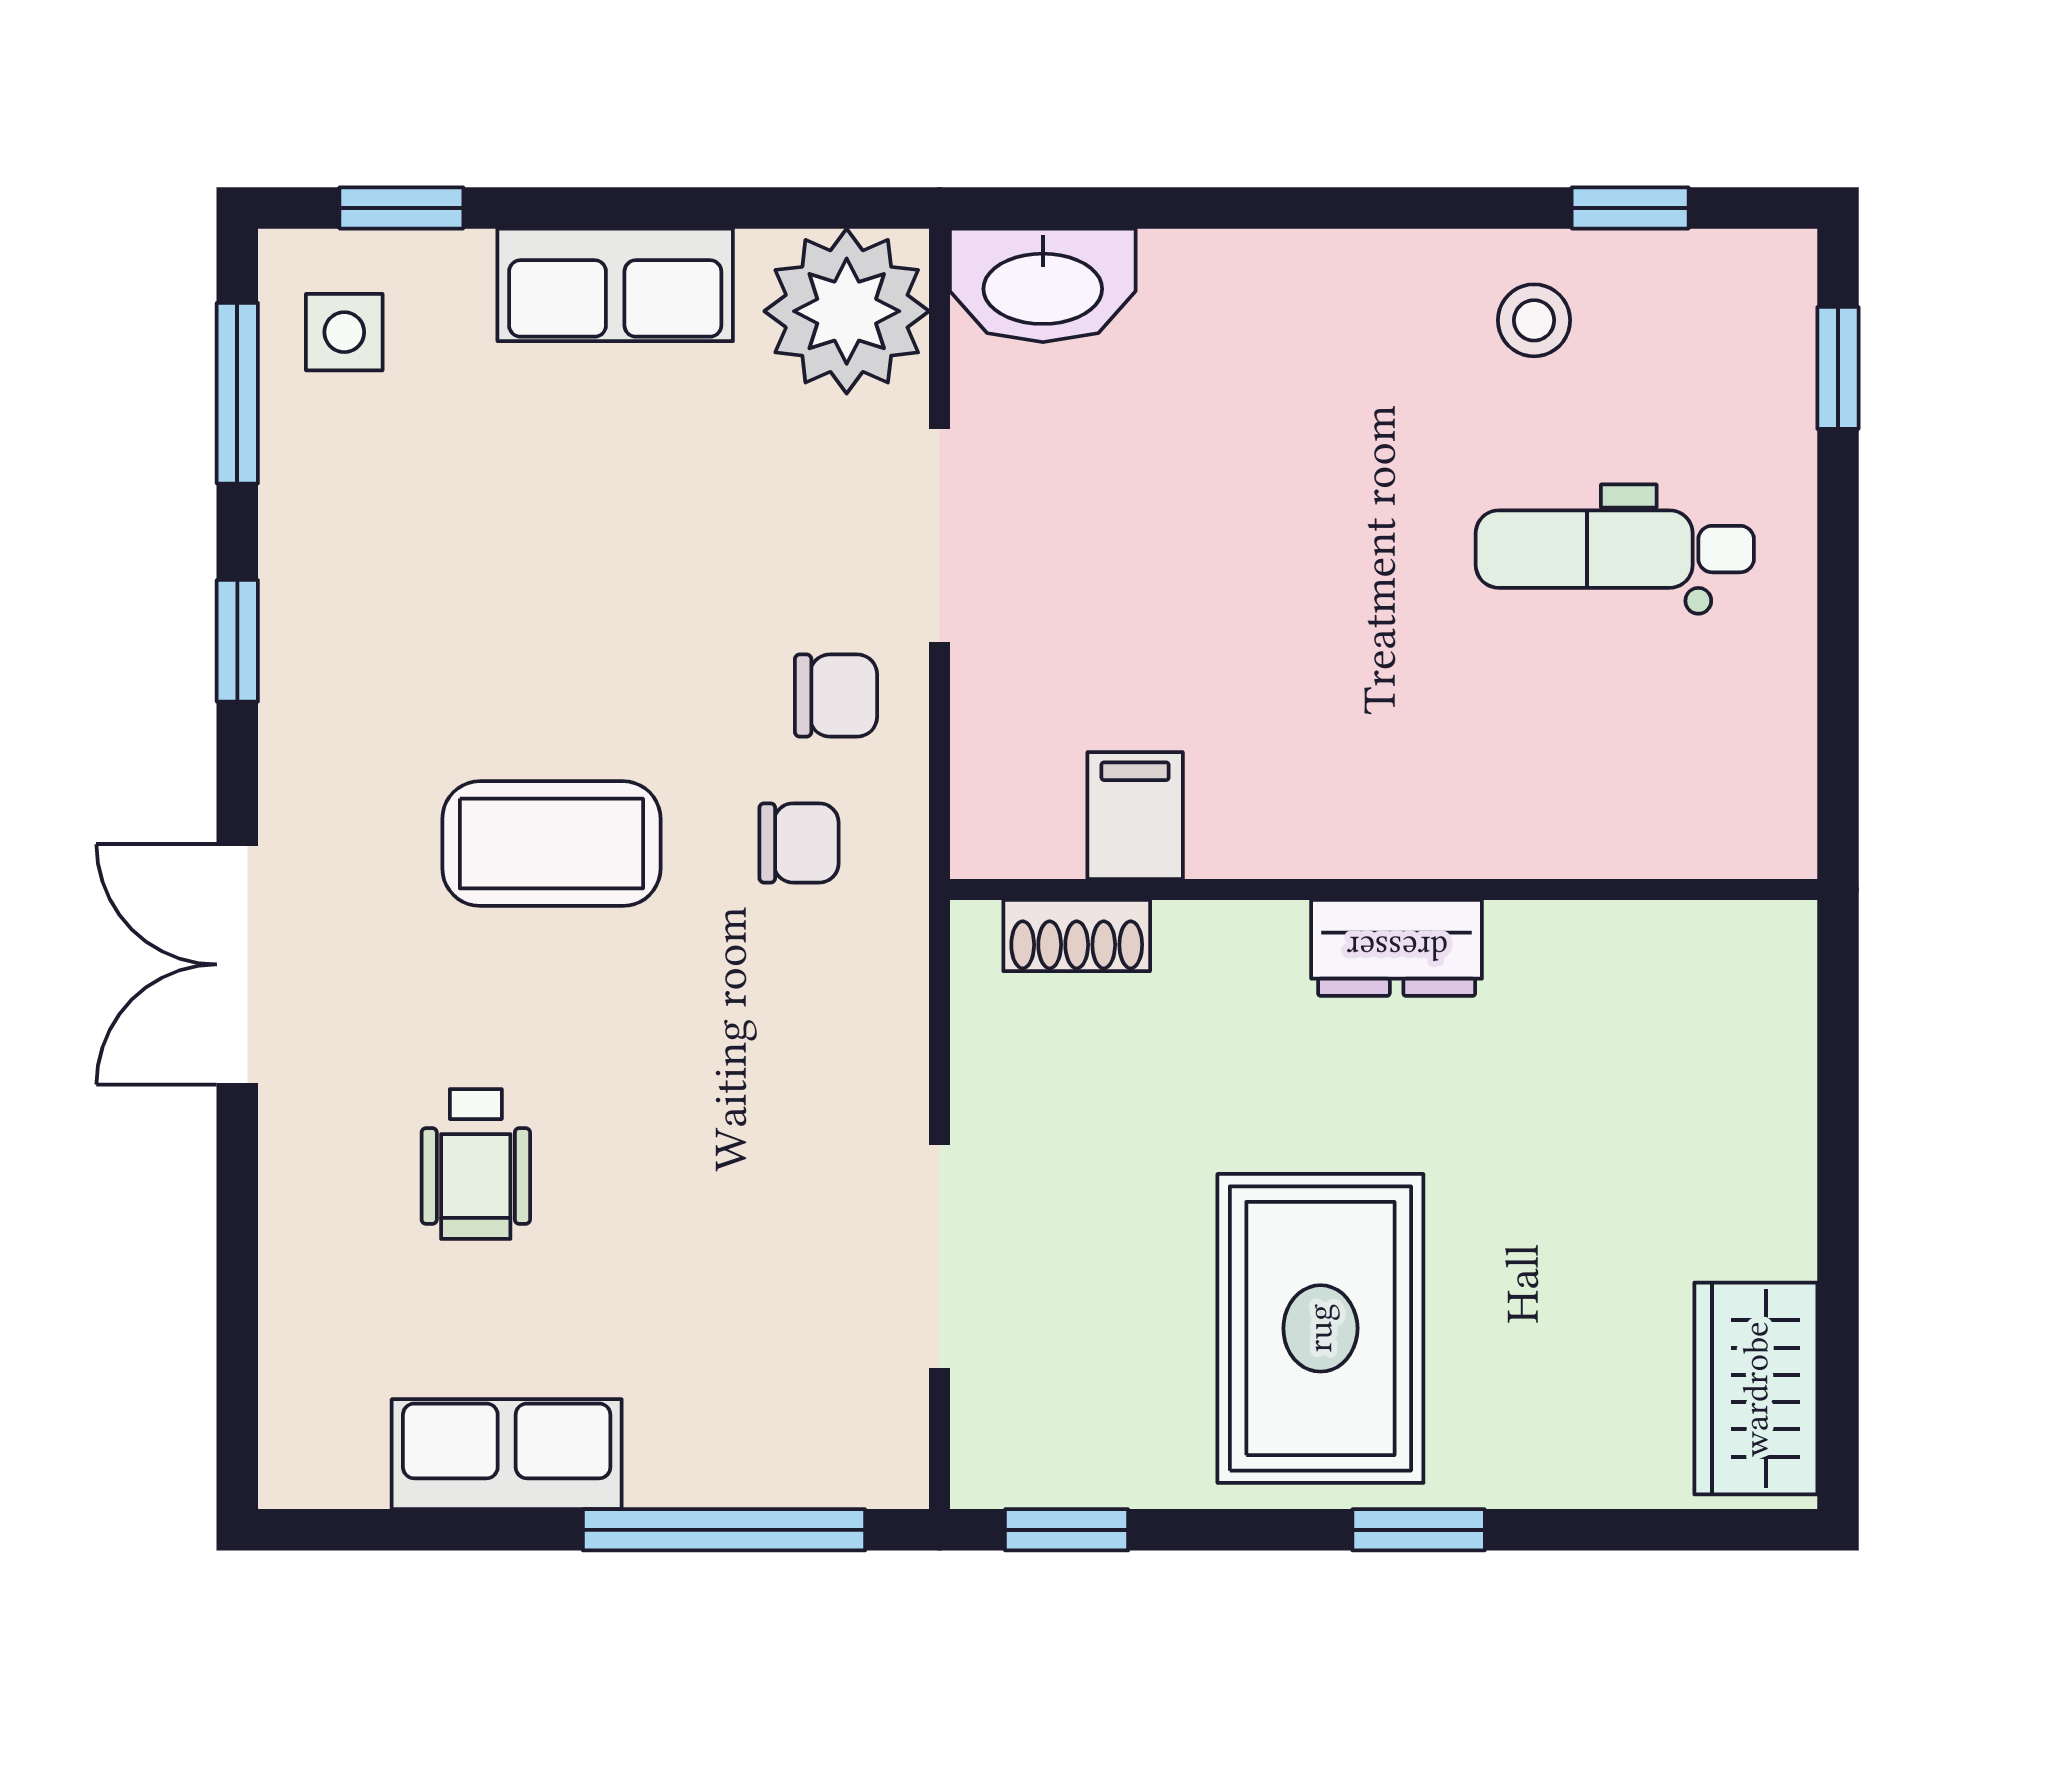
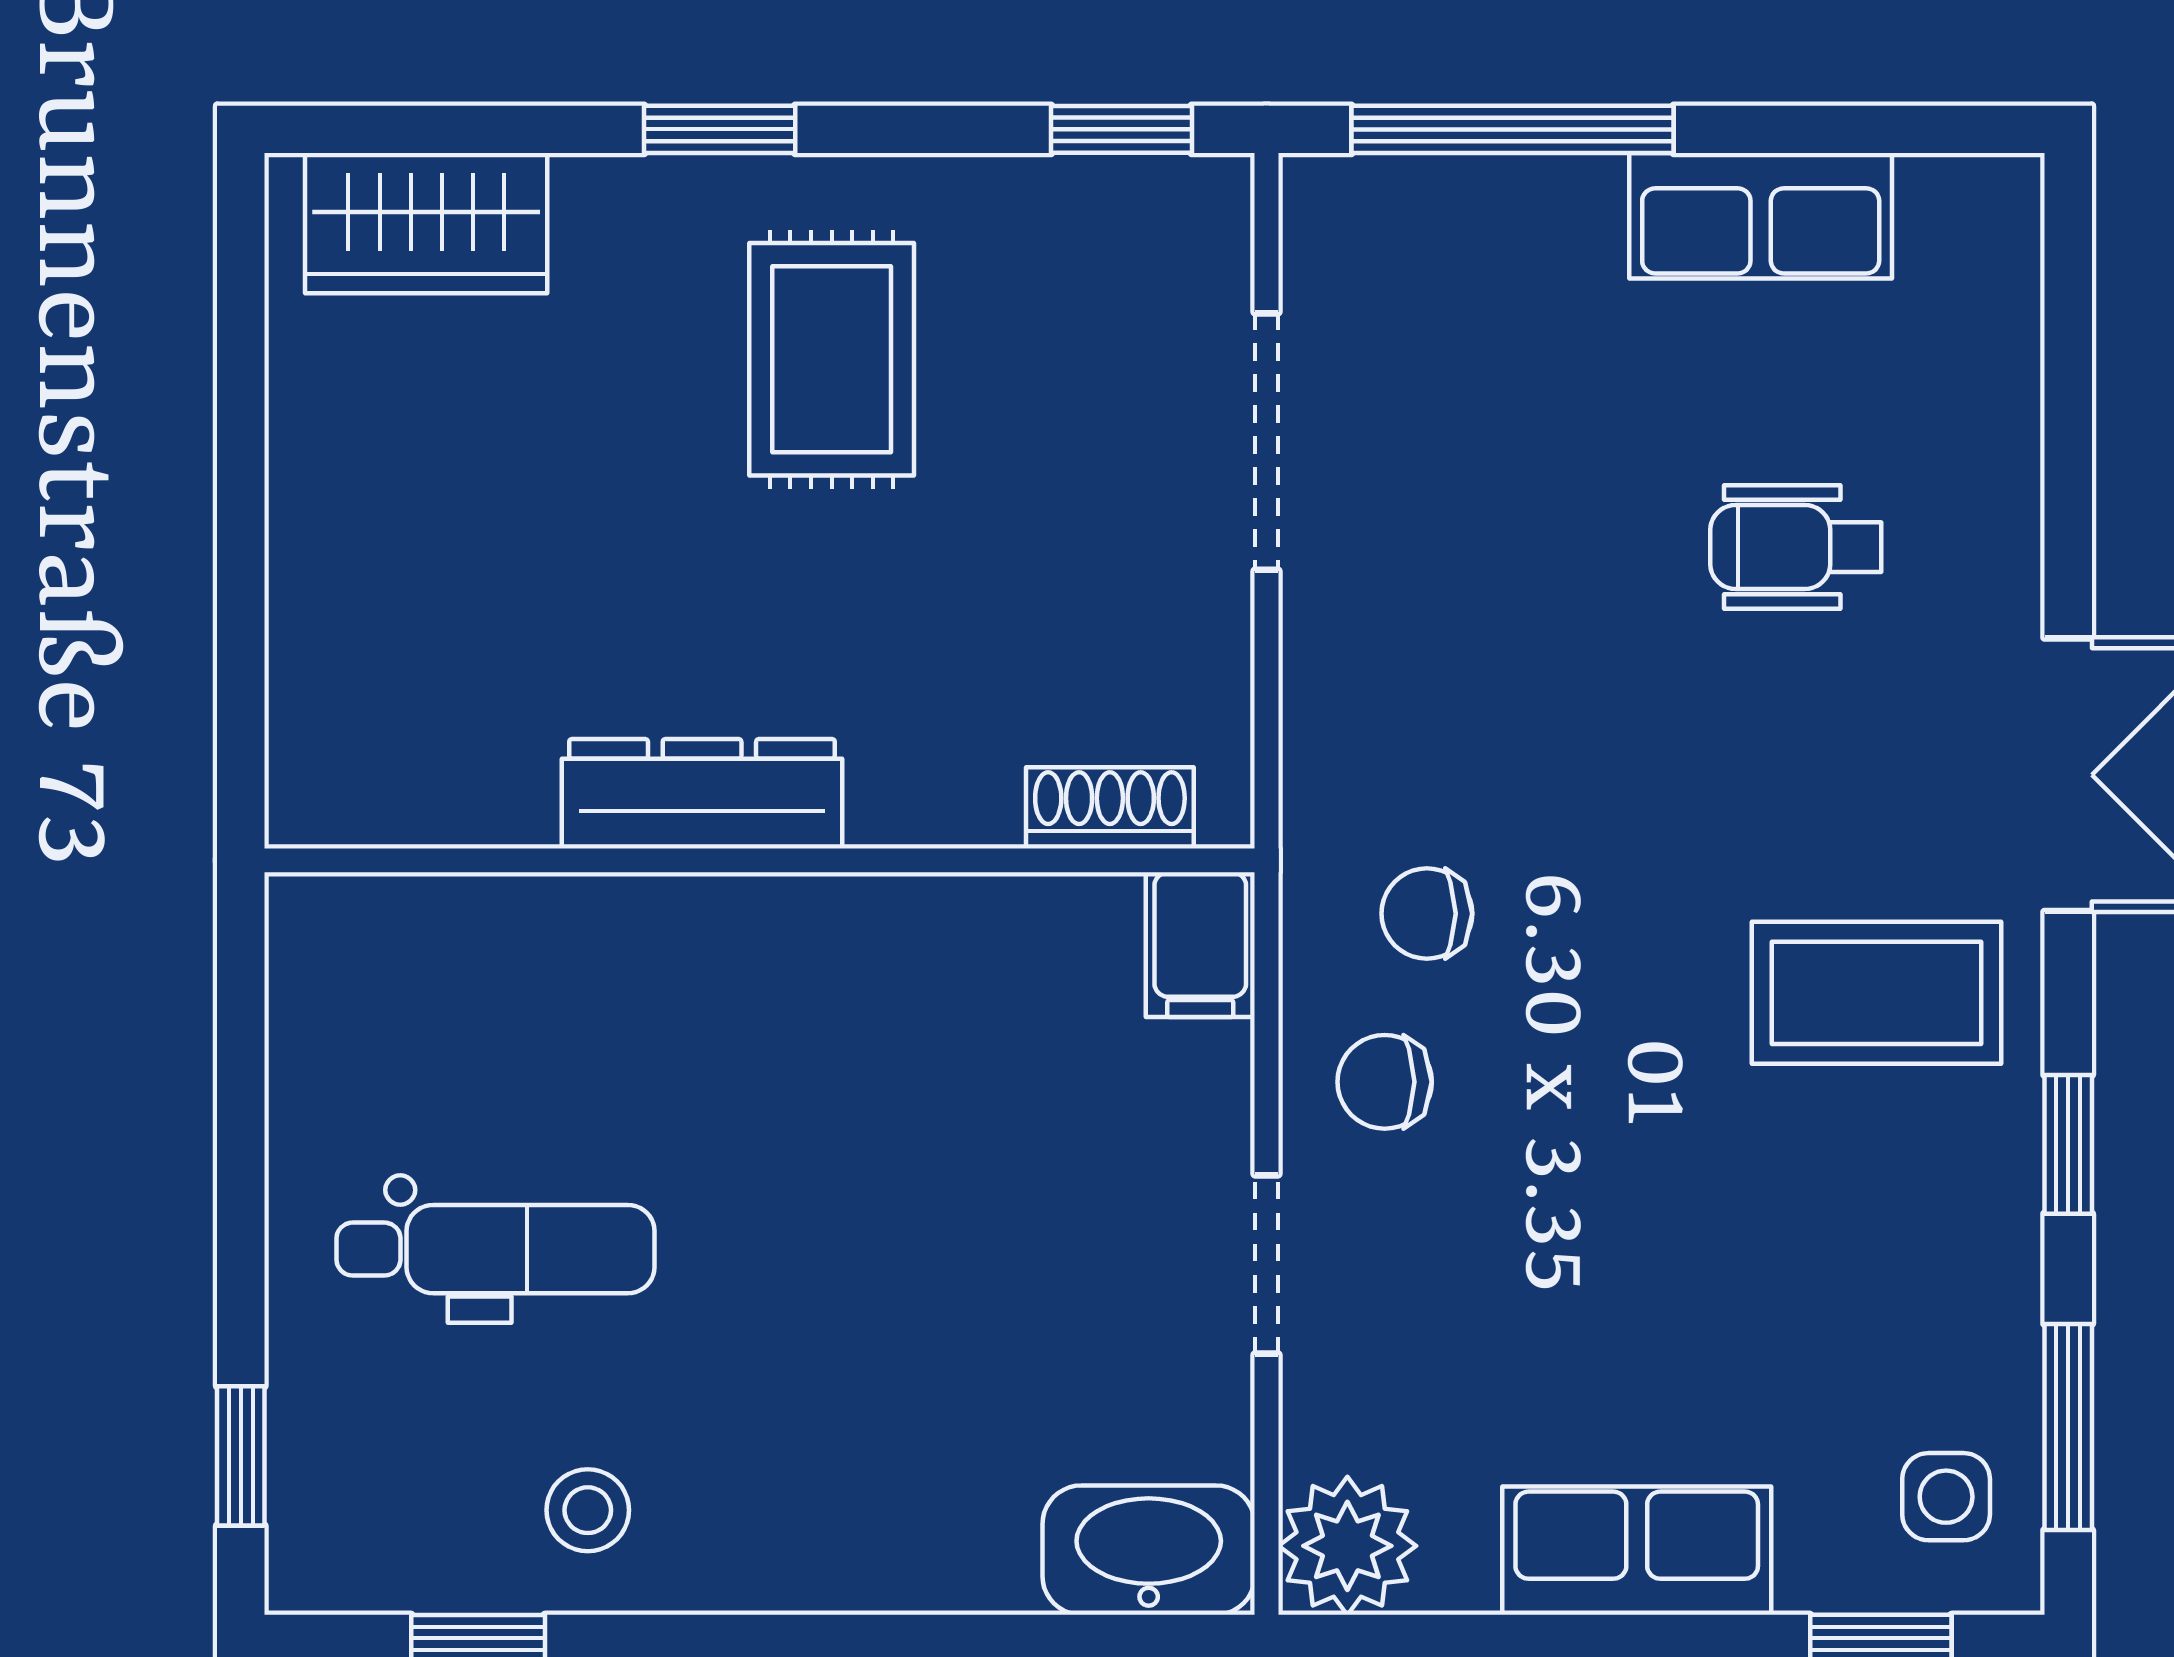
plant: (847, 311) -> (1347, 1546), width x0.73, depth x0.73
doorway: (940, 536) -> (1266, 1264), width x0.73
filing cabinet: (1135, 816) -> (1200, 945), moved
coffee table: (551, 844) -> (1876, 993), moved
dresser: (1397, 948) -> (702, 794), width x1.44
wheelchair: (476, 1164) -> (1796, 547), turned -90
rug: (1320, 1328) -> (832, 359), width x0.73, depth x0.70
wardrobe: (1756, 1389) -> (426, 223), moved, turned 90

